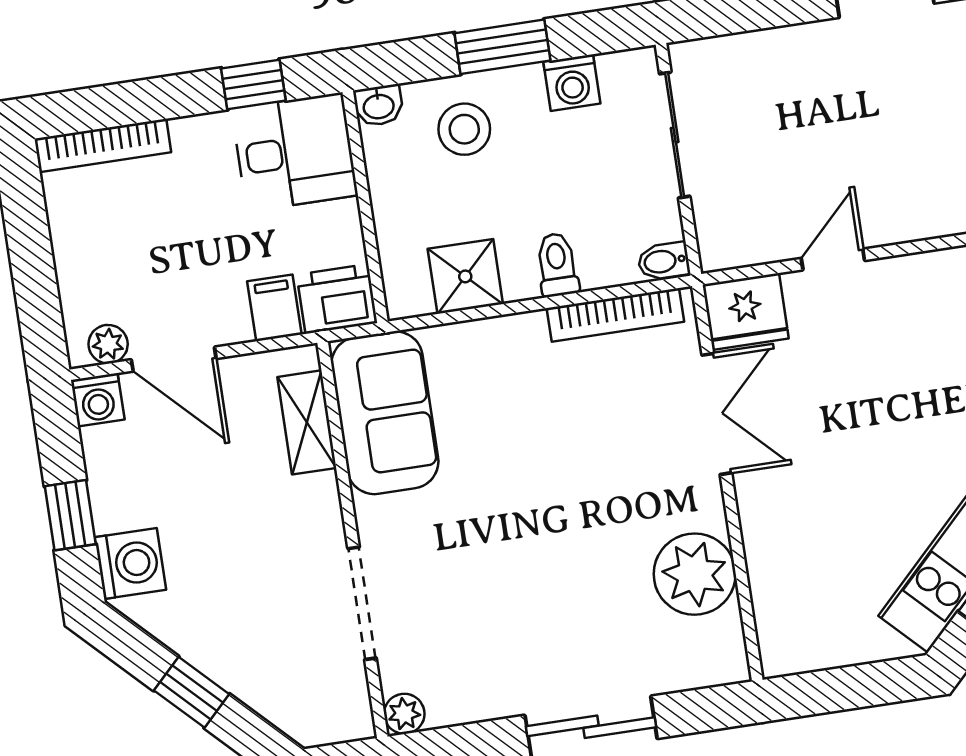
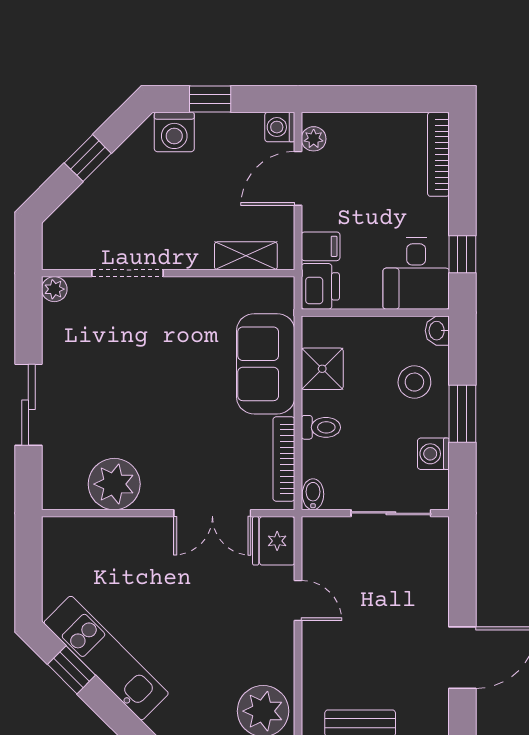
sofa: (385, 413) -> (266, 364), moved, turned 90

